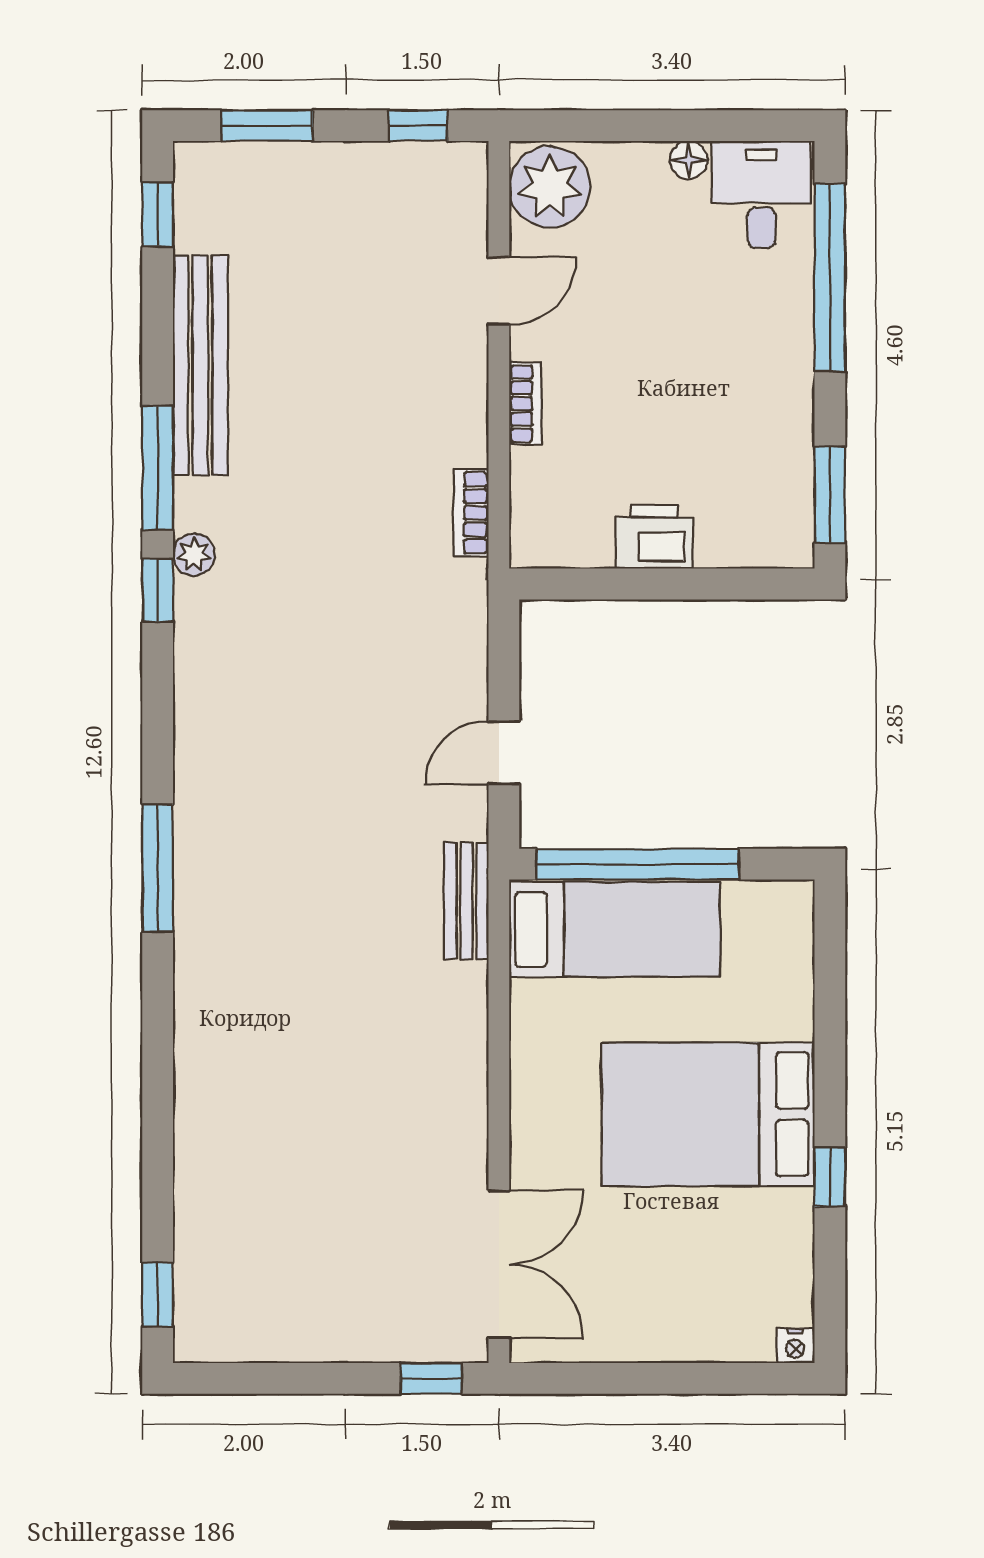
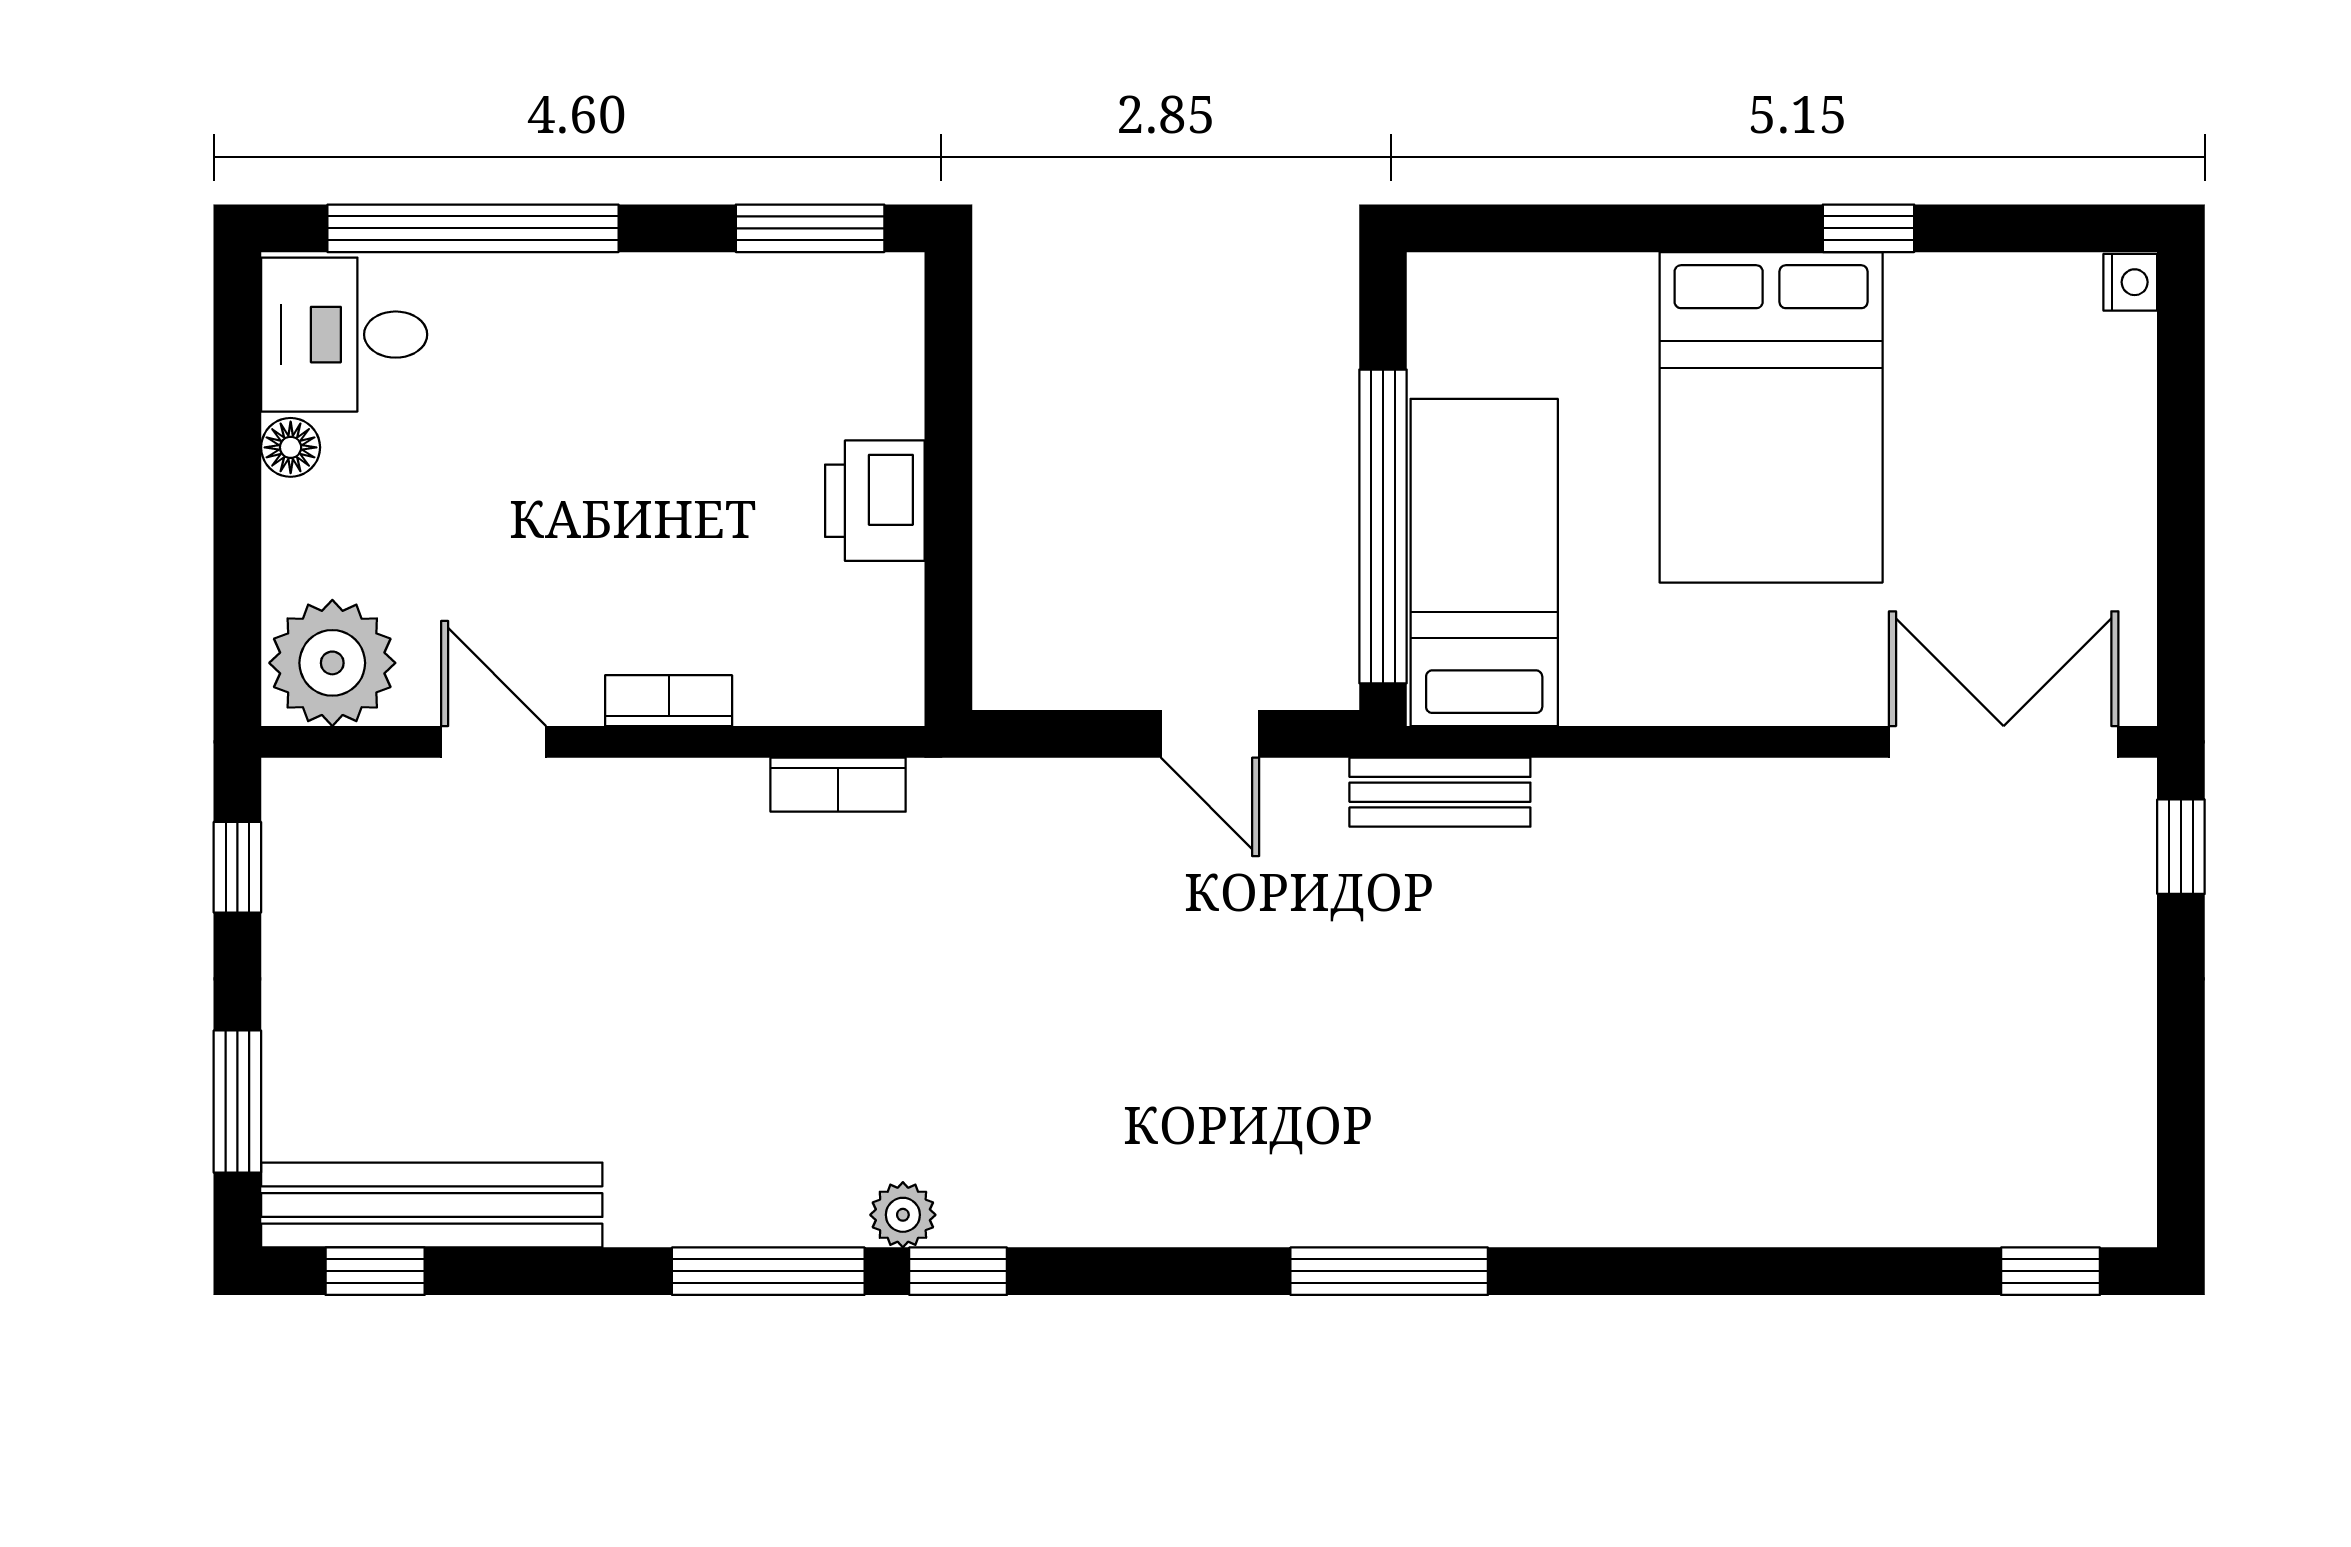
bench: (200, 365) -> (432, 1205), moved

